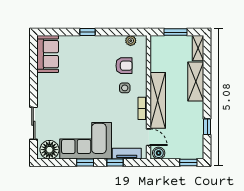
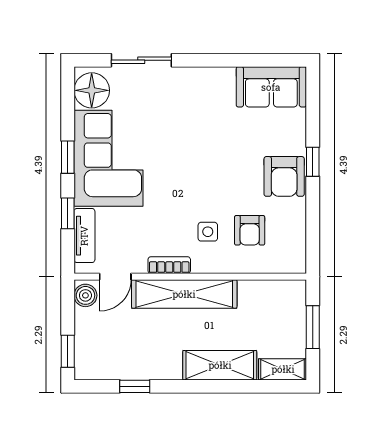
plant: (131, 41) -> (297, 243), removed
armchair: (95, 47) -> (284, 176), added

